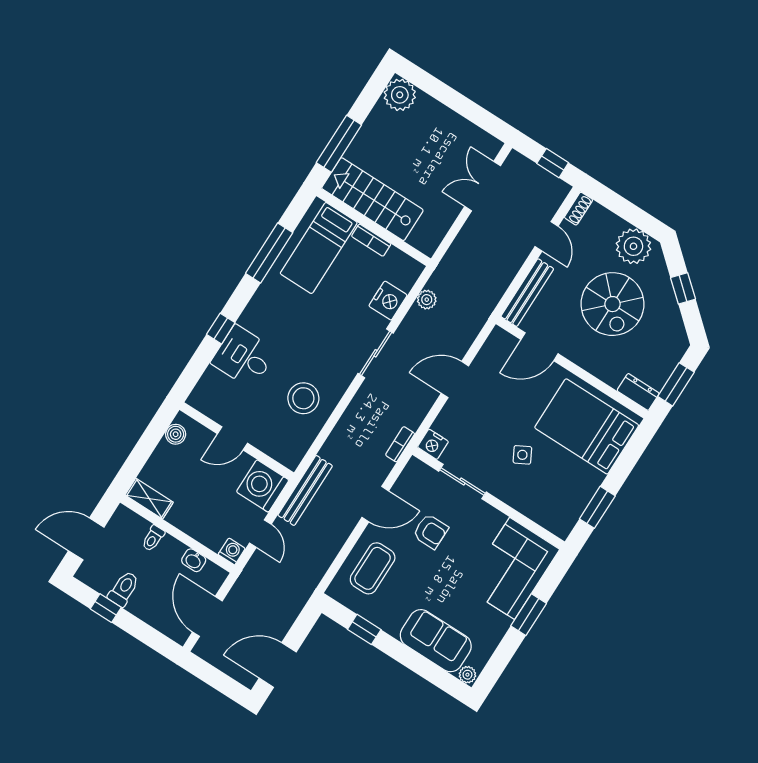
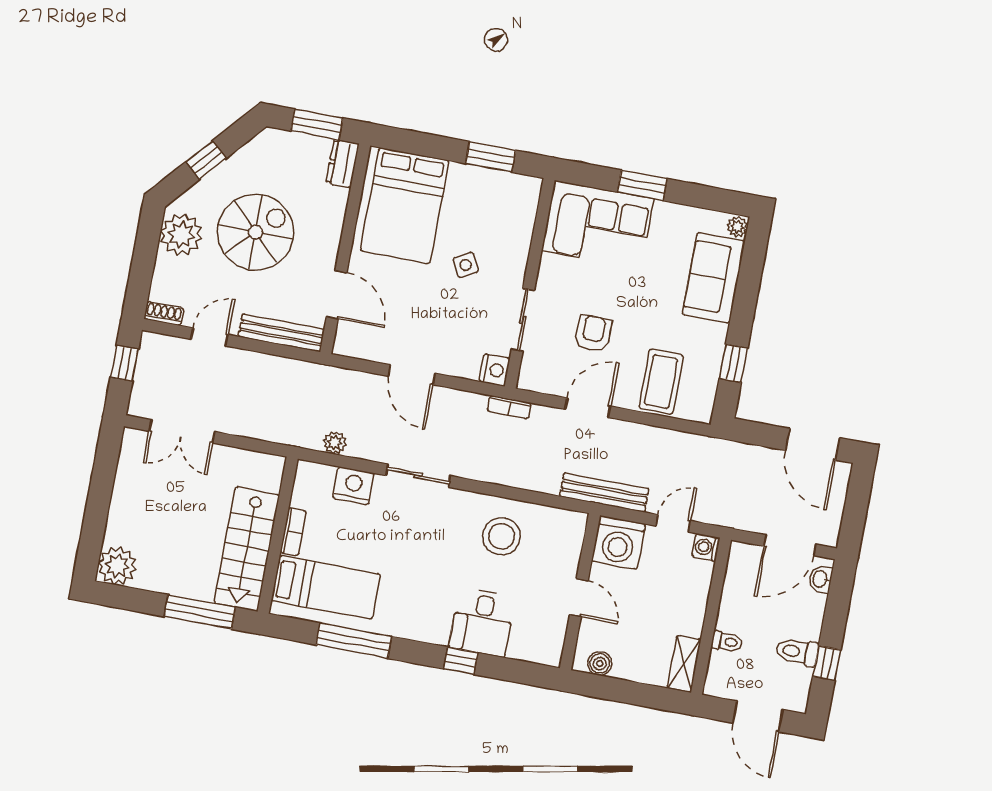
door: (375, 504) -> (588, 408), hinge flipped
washbasin: (194, 560) -> (821, 579), moved, turned 180
coffee table: (373, 568) -> (661, 382), turned 90

